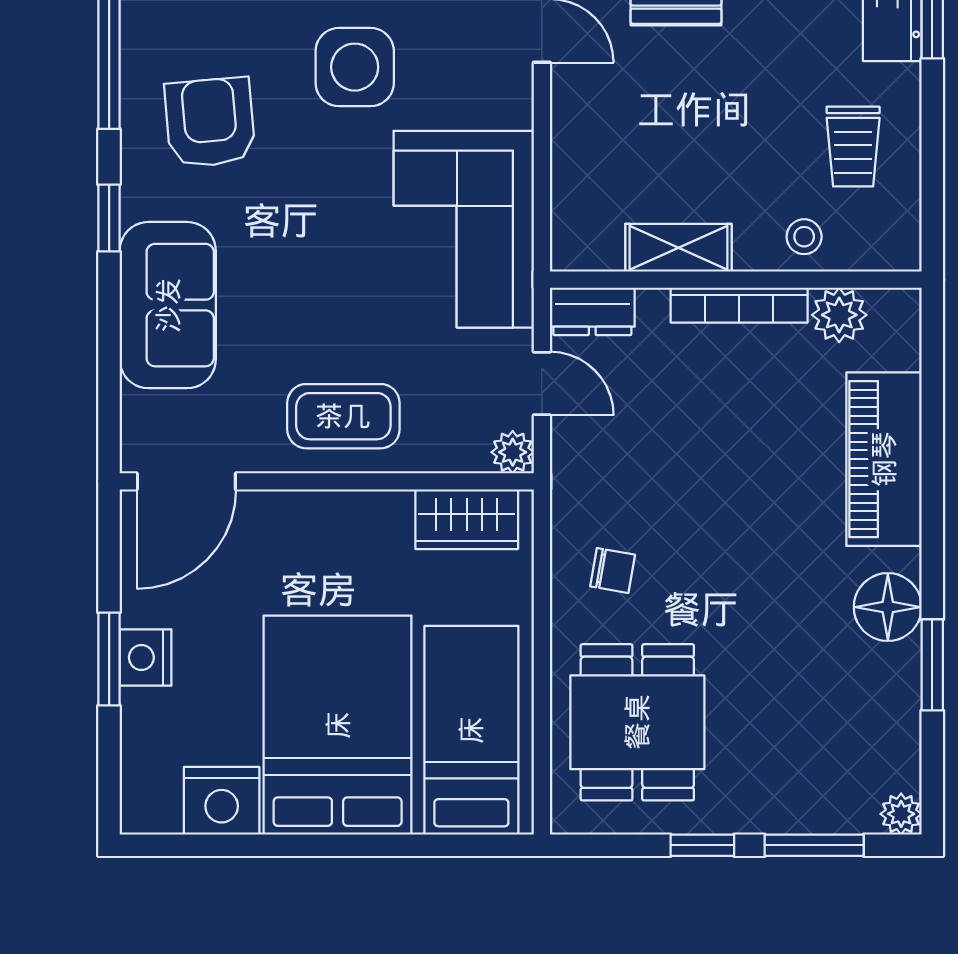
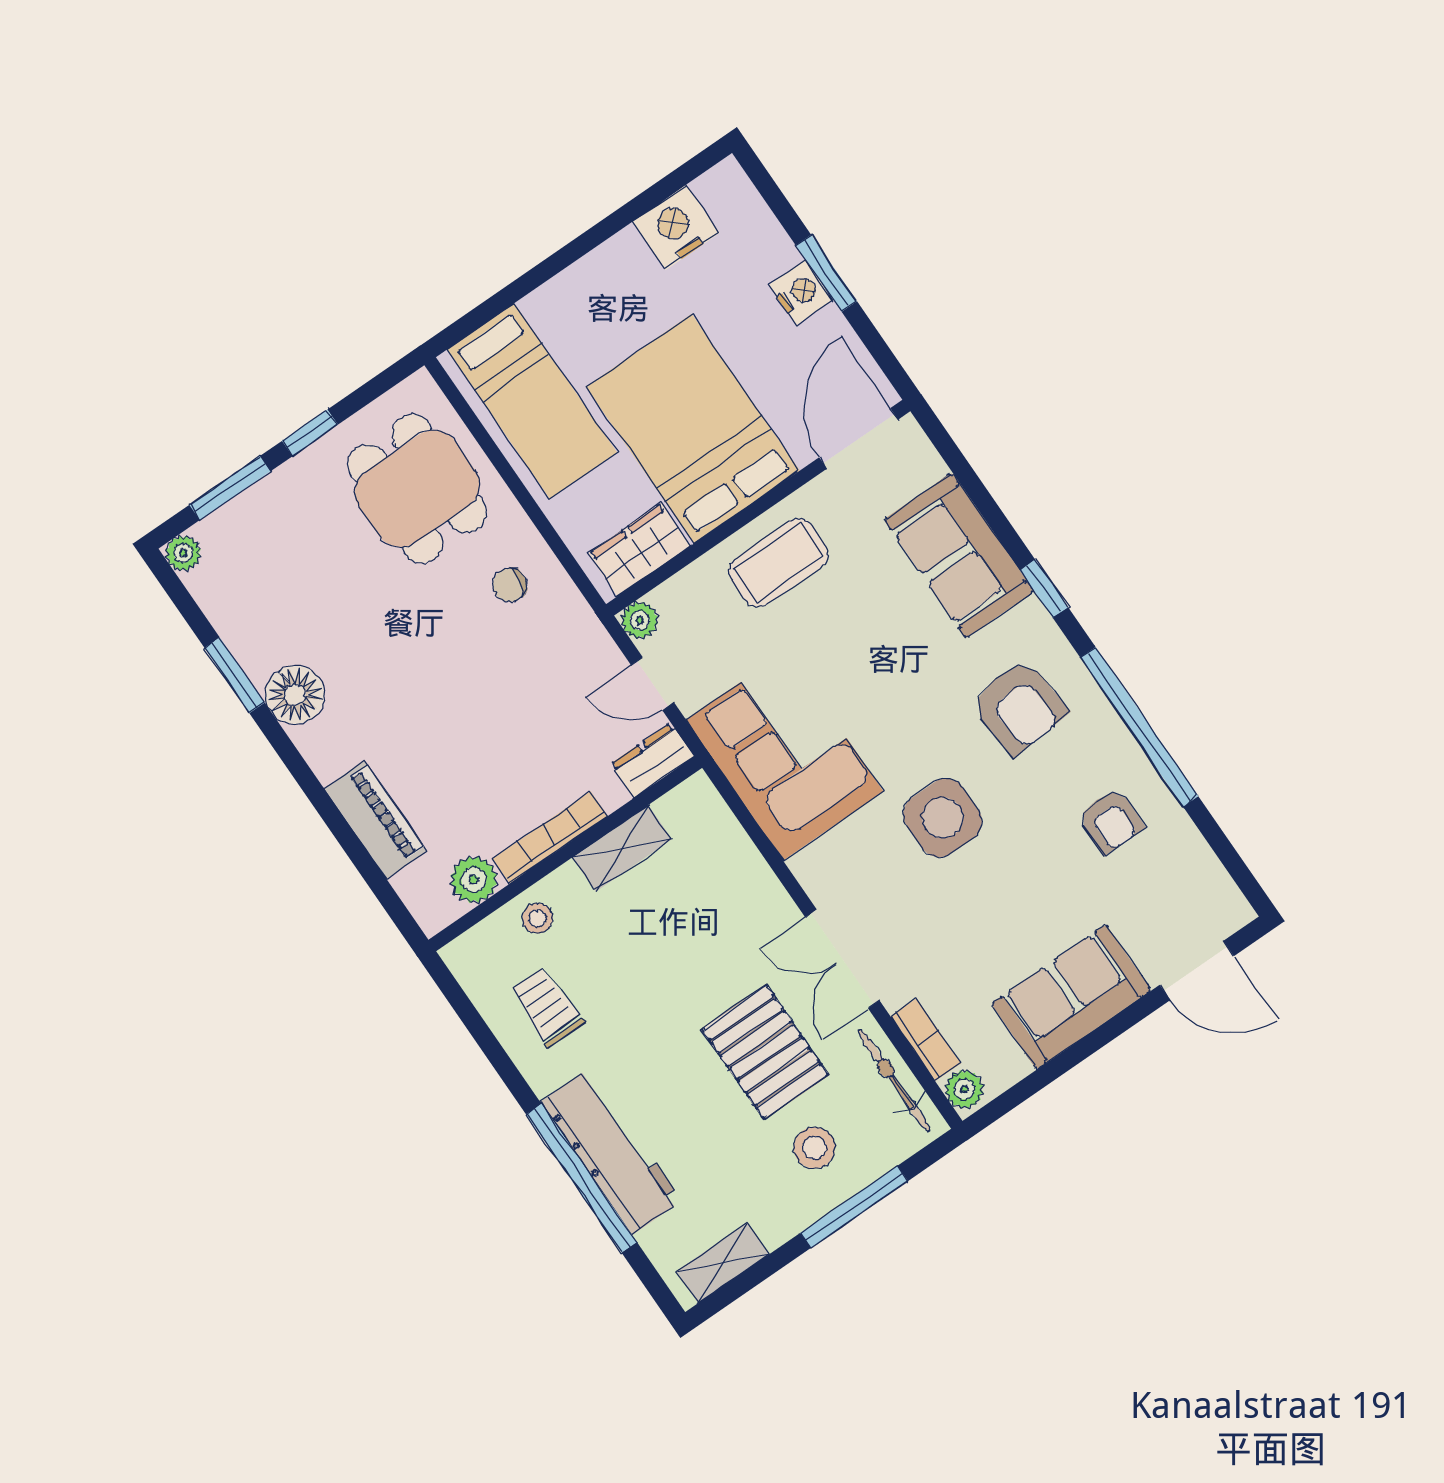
piano: (884, 459) -> (375, 820), width x0.73, depth x0.75
bed: (338, 725) -> (693, 429), moved, turned 180

